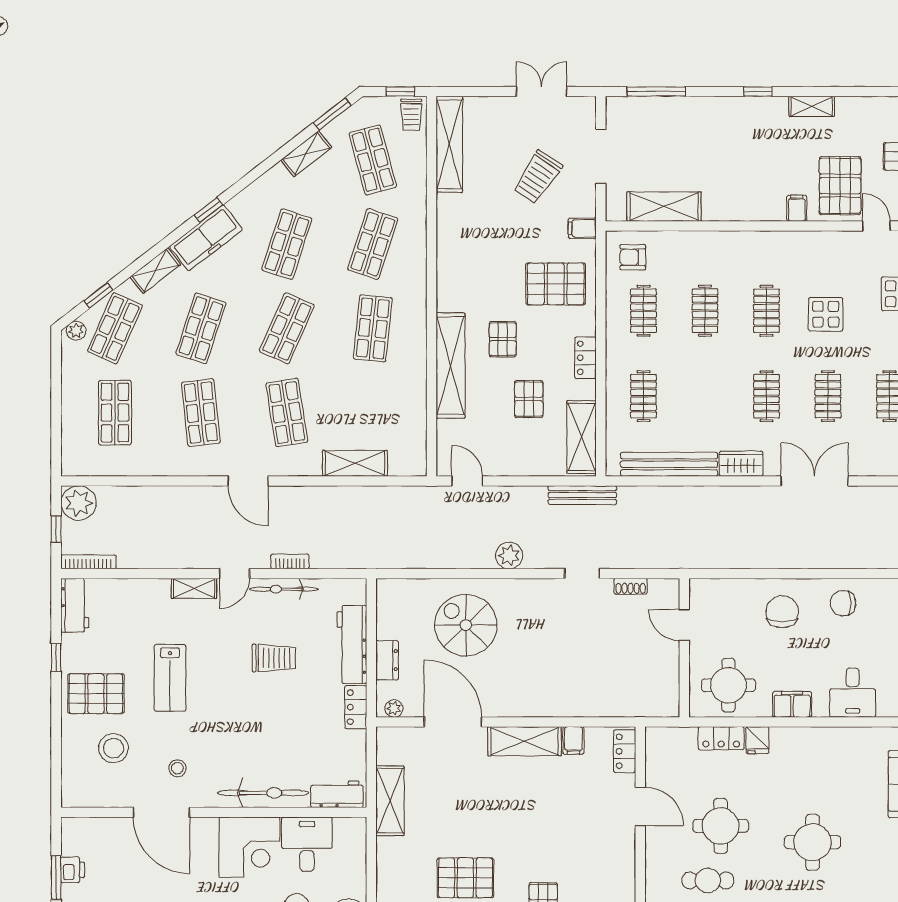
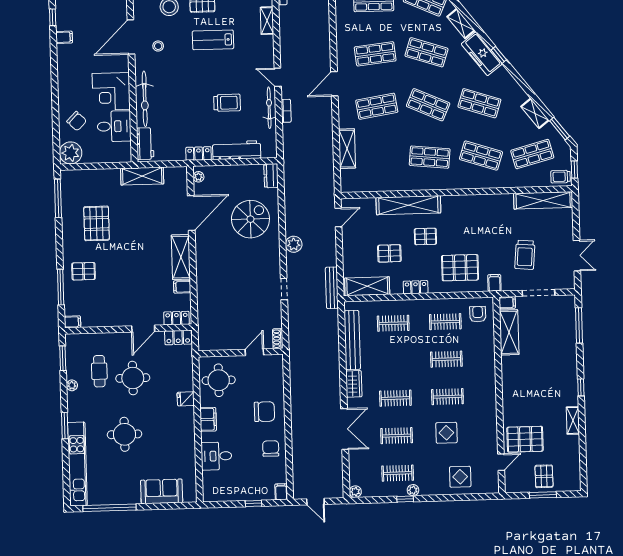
trolley: (538, 177) -> (525, 255), turned -119
filing cabinet: (797, 208) -> (507, 303), moved
pallet: (556, 284) -> (460, 268), turned 90
shoe rack: (631, 586) -> (278, 339), moved
shelving: (194, 588) -> (267, 21), moved
trolley: (274, 658) -> (227, 103), turned -90
dresser: (387, 660) -> (271, 176), moved, turned 90
locker: (721, 738) -> (178, 338), moved, turned -90

